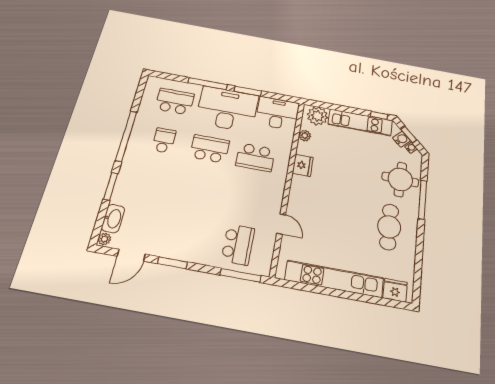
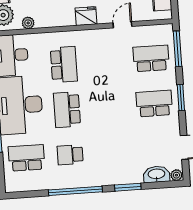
school desk: (175, 101) -> (27, 158), turned 90
fridge: (303, 165) -> (86, 16), moved
school desk: (189, 235) -> (154, 104), added
window: (172, 263) -> (181, 98), moved

